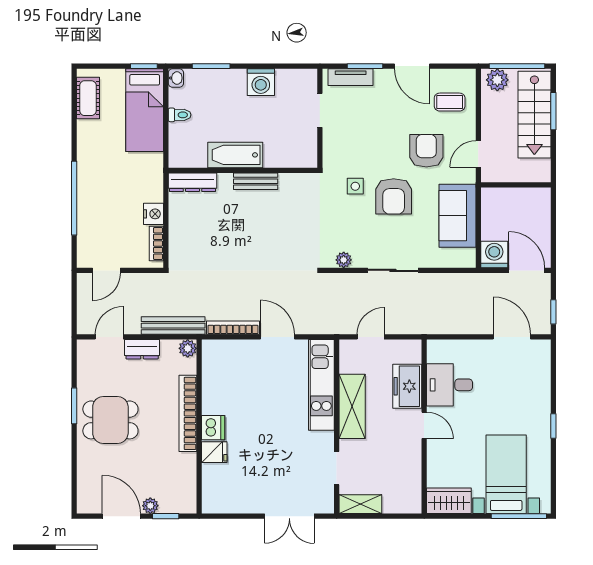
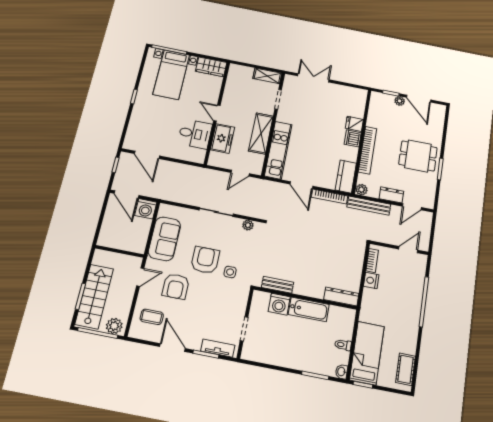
washing machine: (261, 82) -> (279, 304), moved, turned 180
bench: (256, 181) -> (278, 285), moved
kitchen counter: (214, 364) -> (346, 176), added

